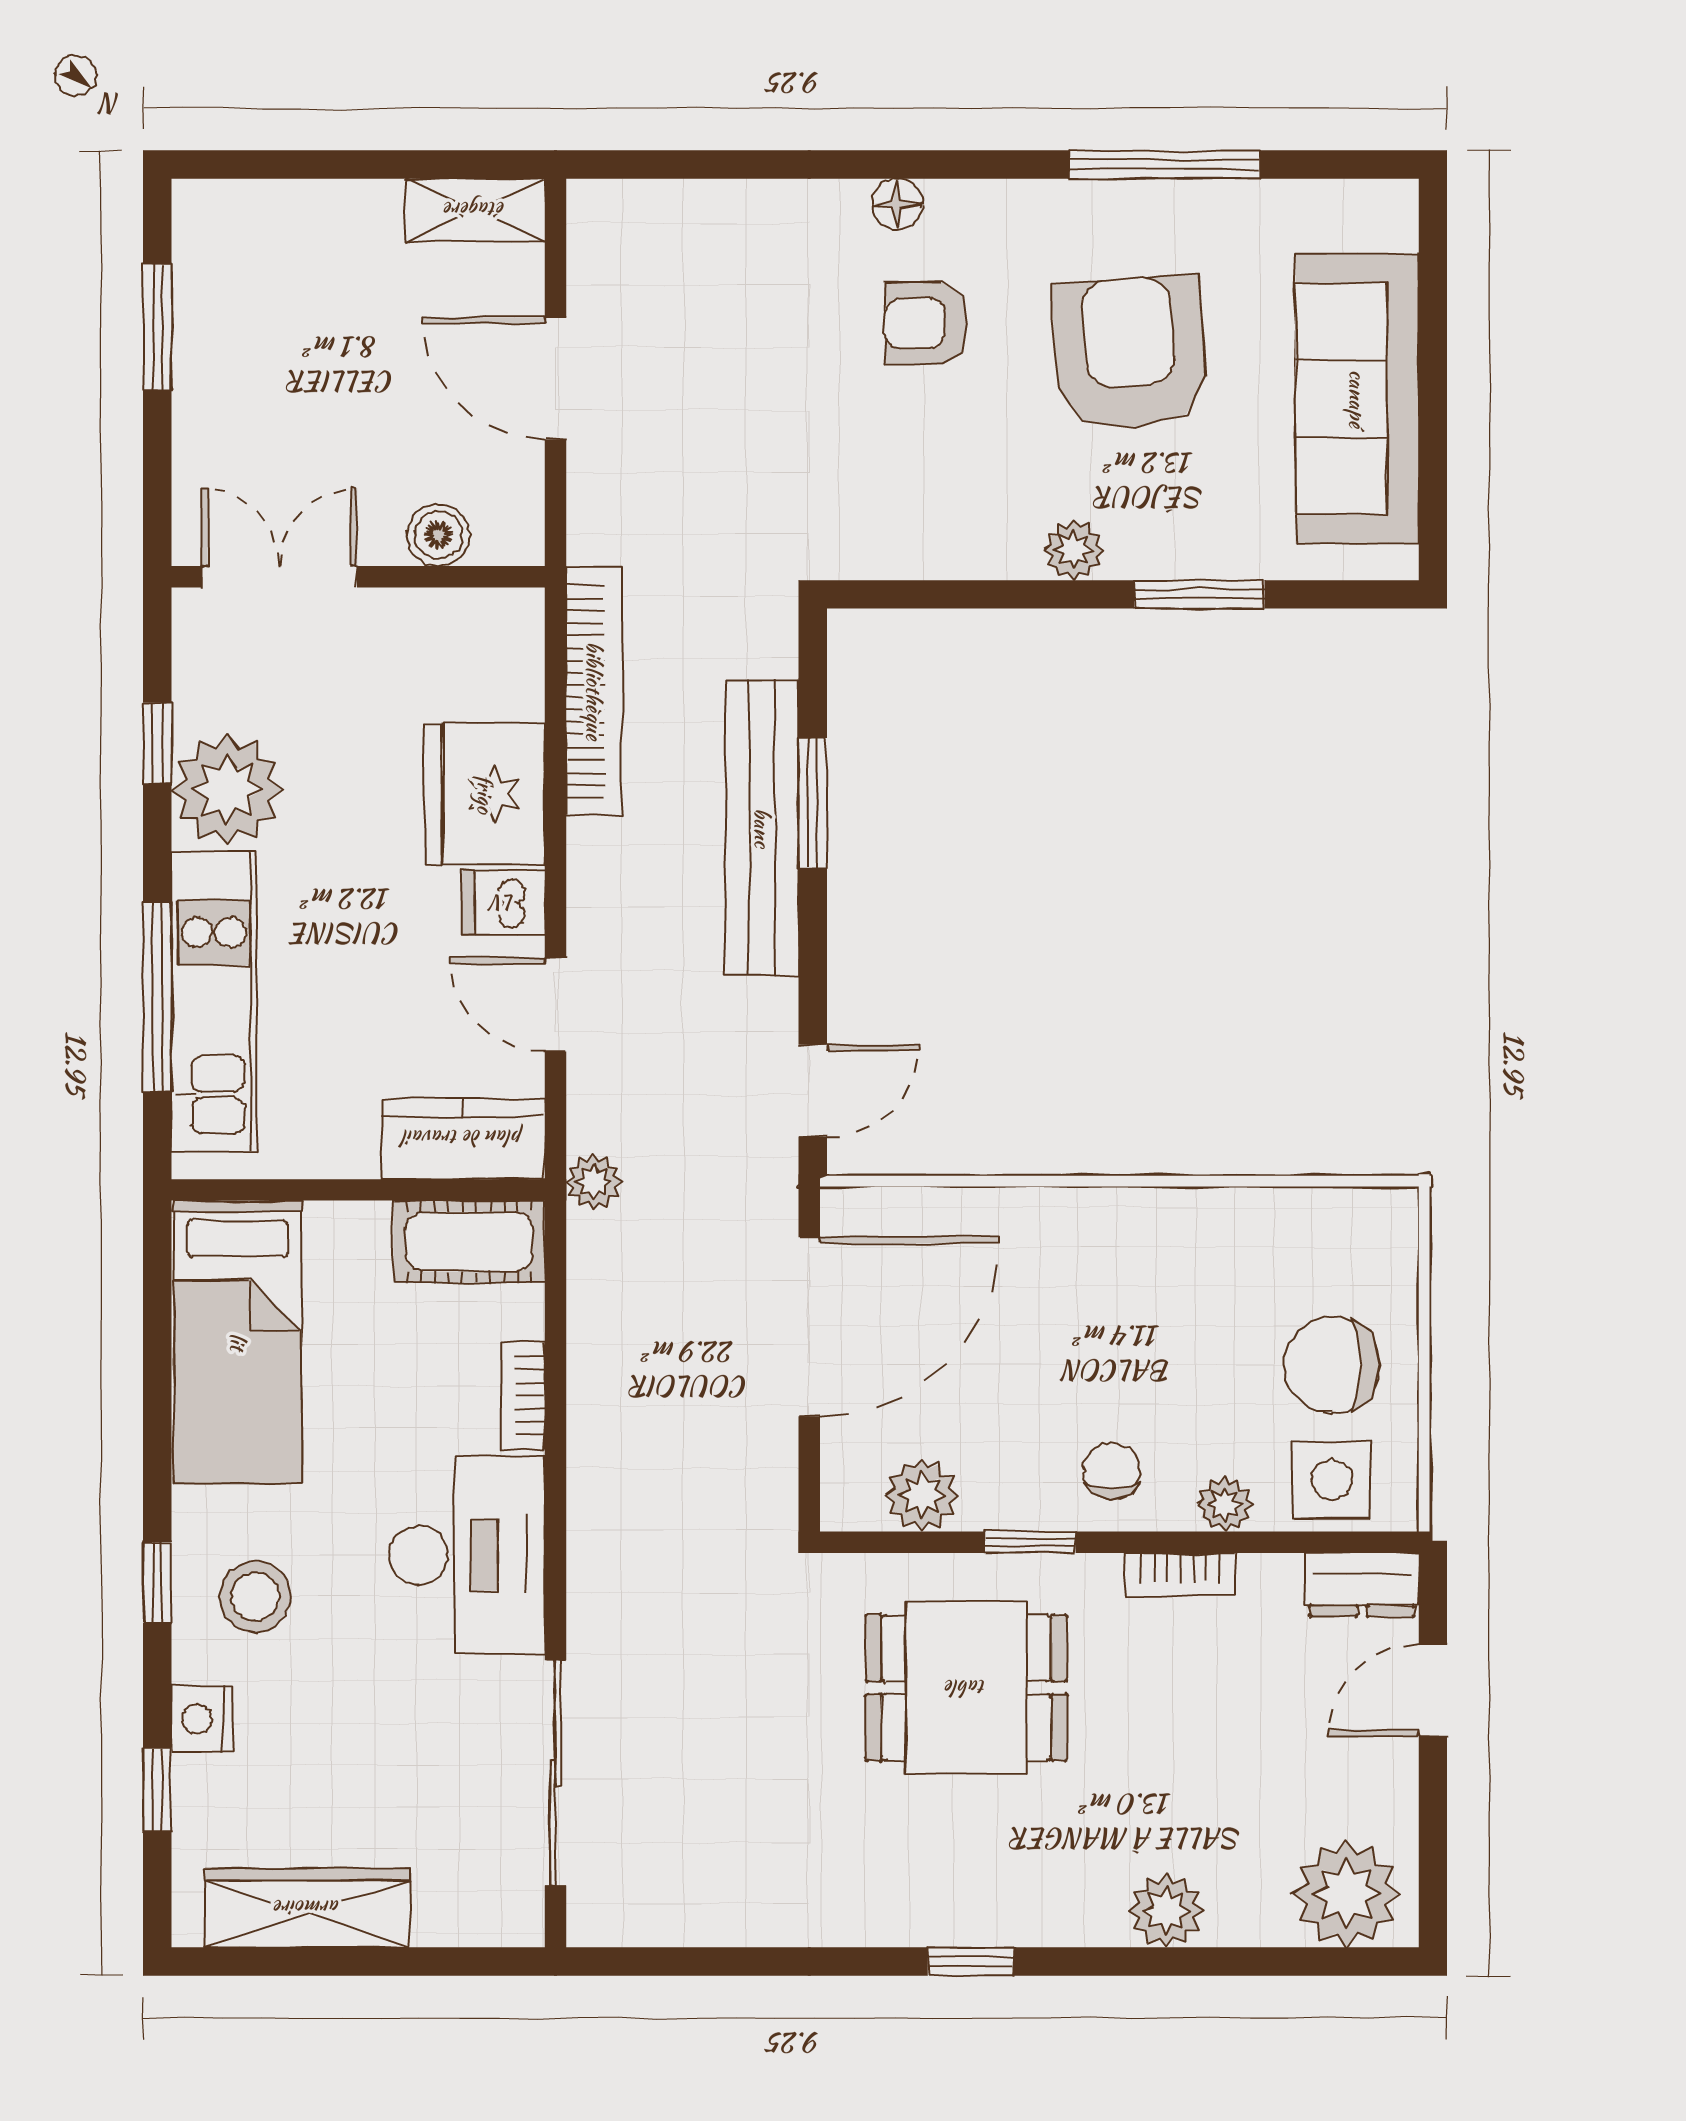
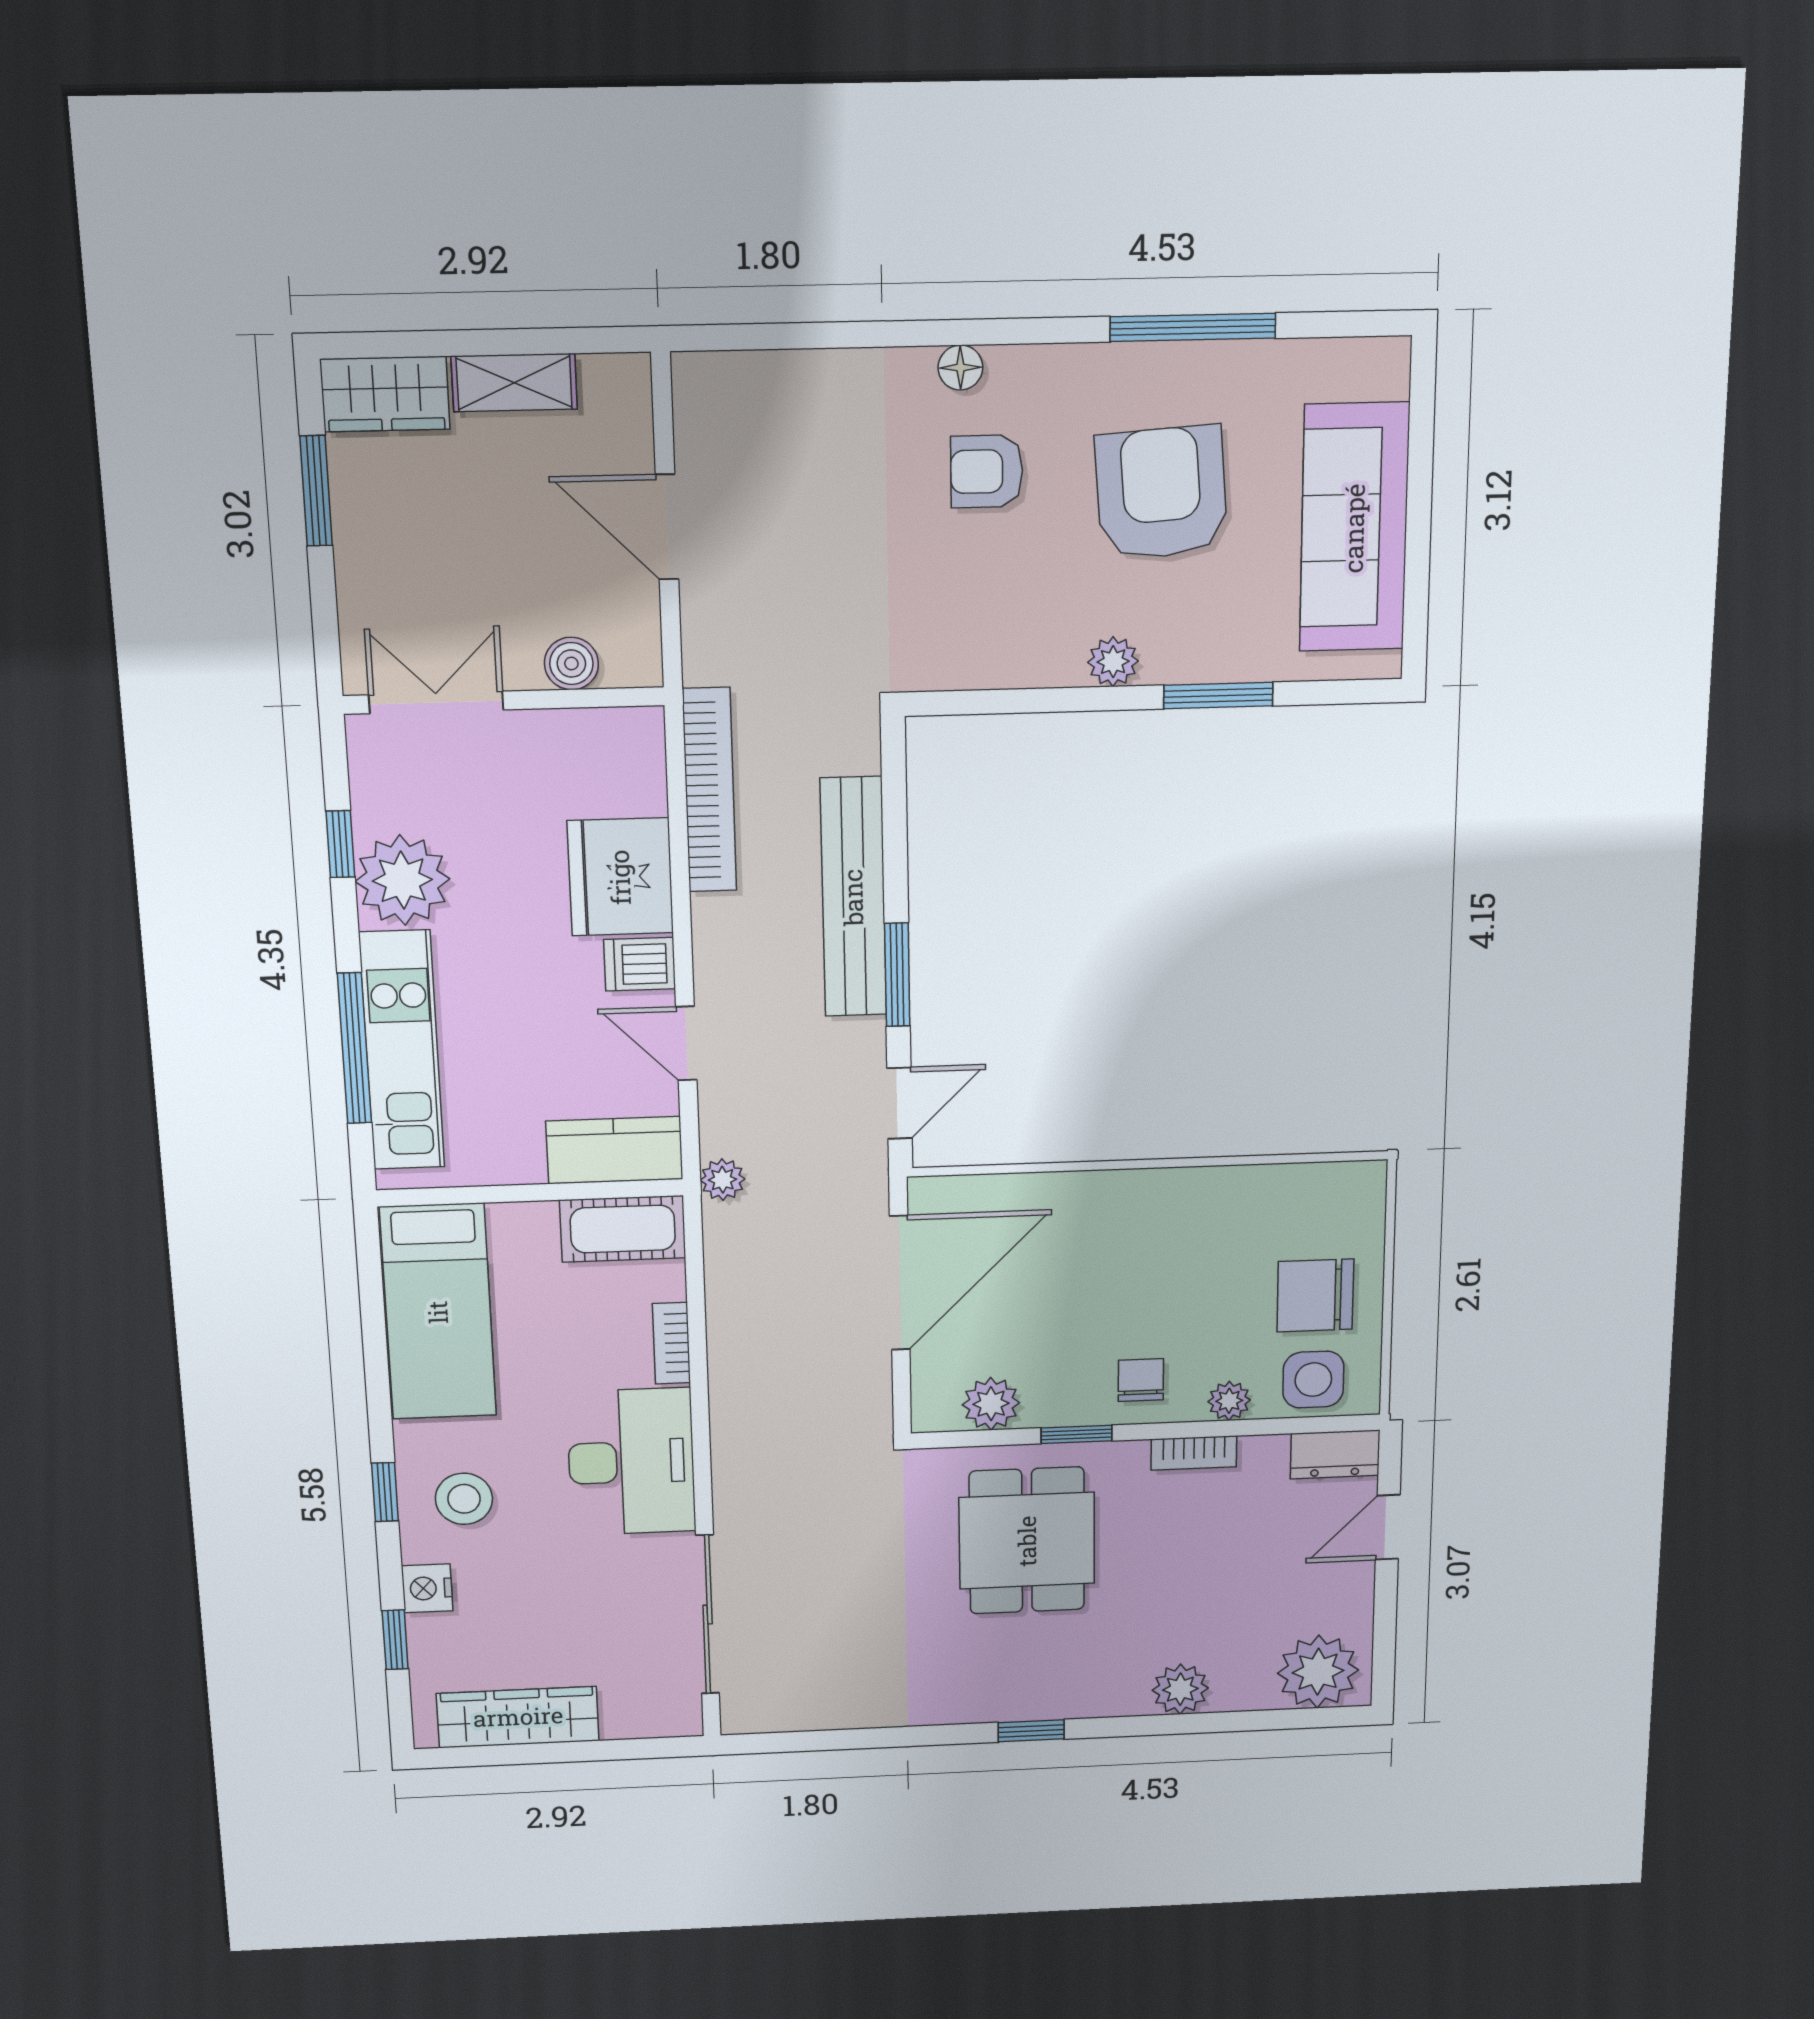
shelving: (475, 210) -> (514, 383), moved
wardrobe: (242, 220) -> (385, 394), added
window: (813, 803) -> (897, 975), moved
dining table: (966, 1688) -> (1027, 1541), turned 90

